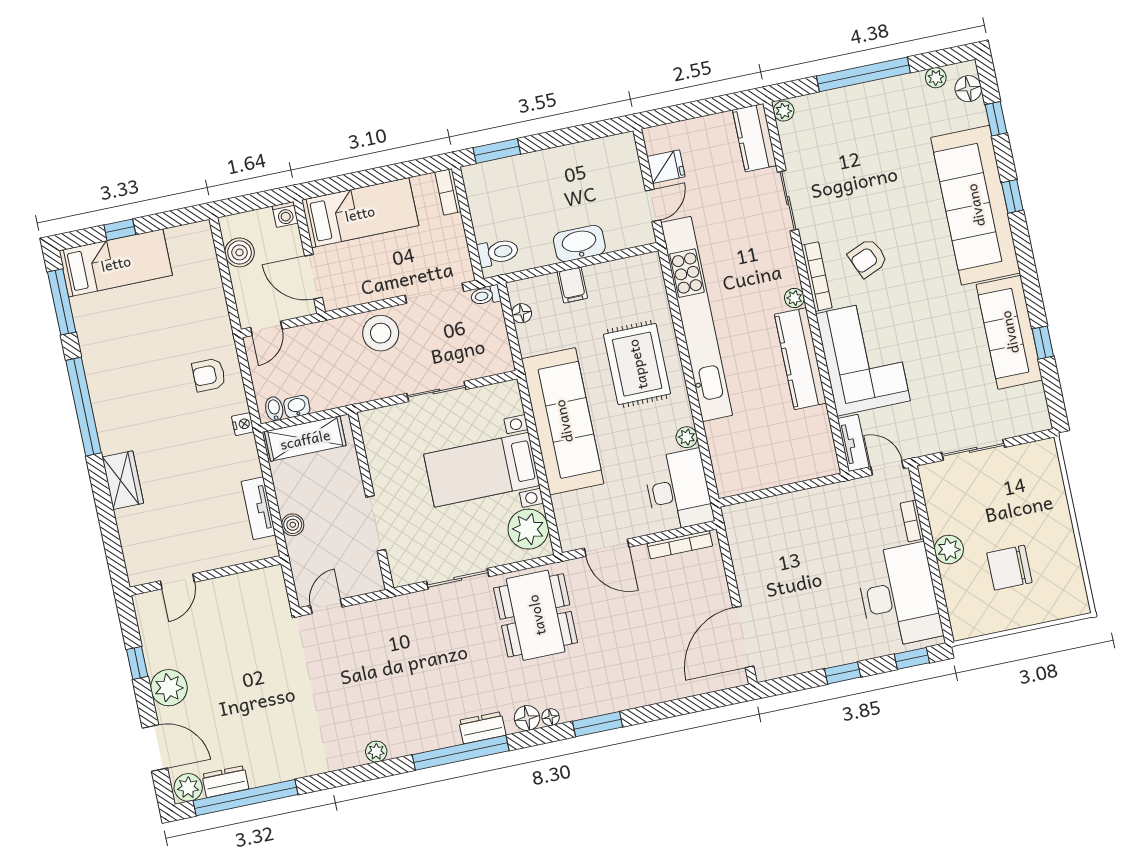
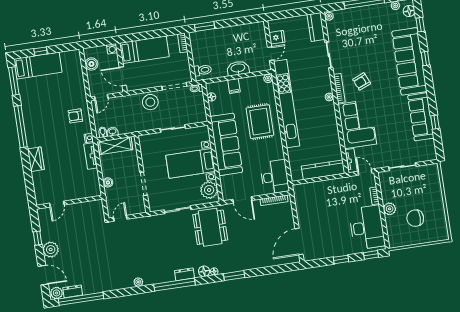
kitchen counter: (800, 359) -> (323, 170), moved, turned 90
plant: (687, 437) -> (268, 78), moved
tv unit: (258, 508) -> (91, 156), moved

